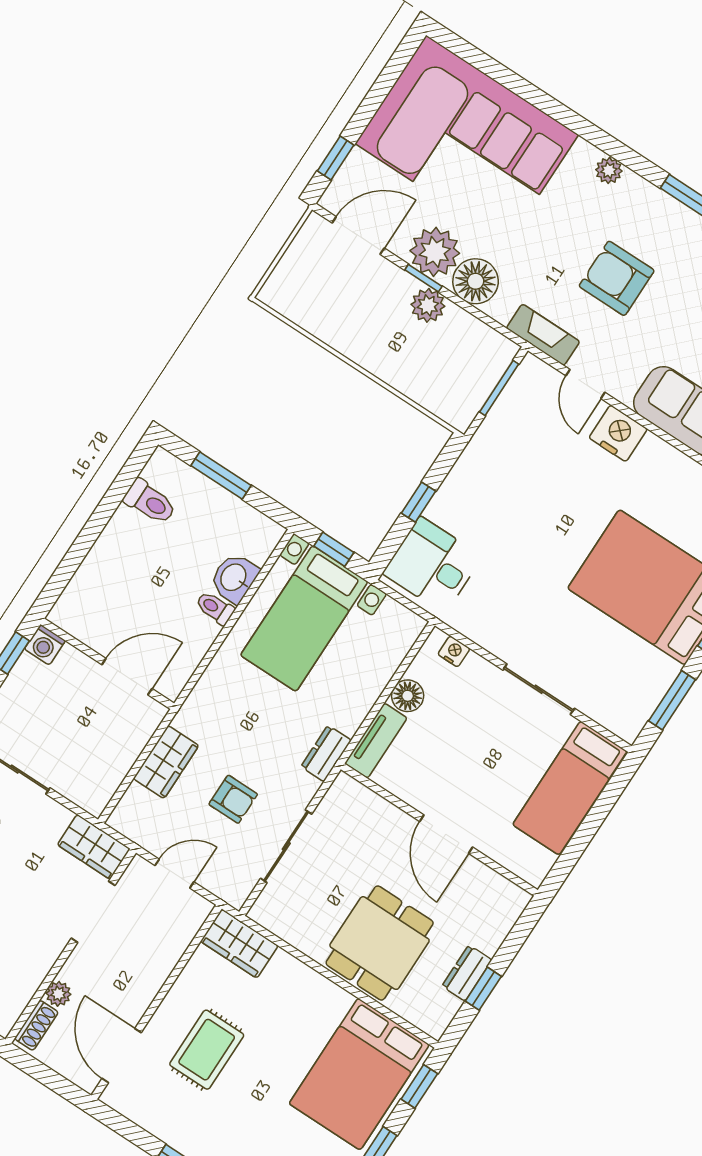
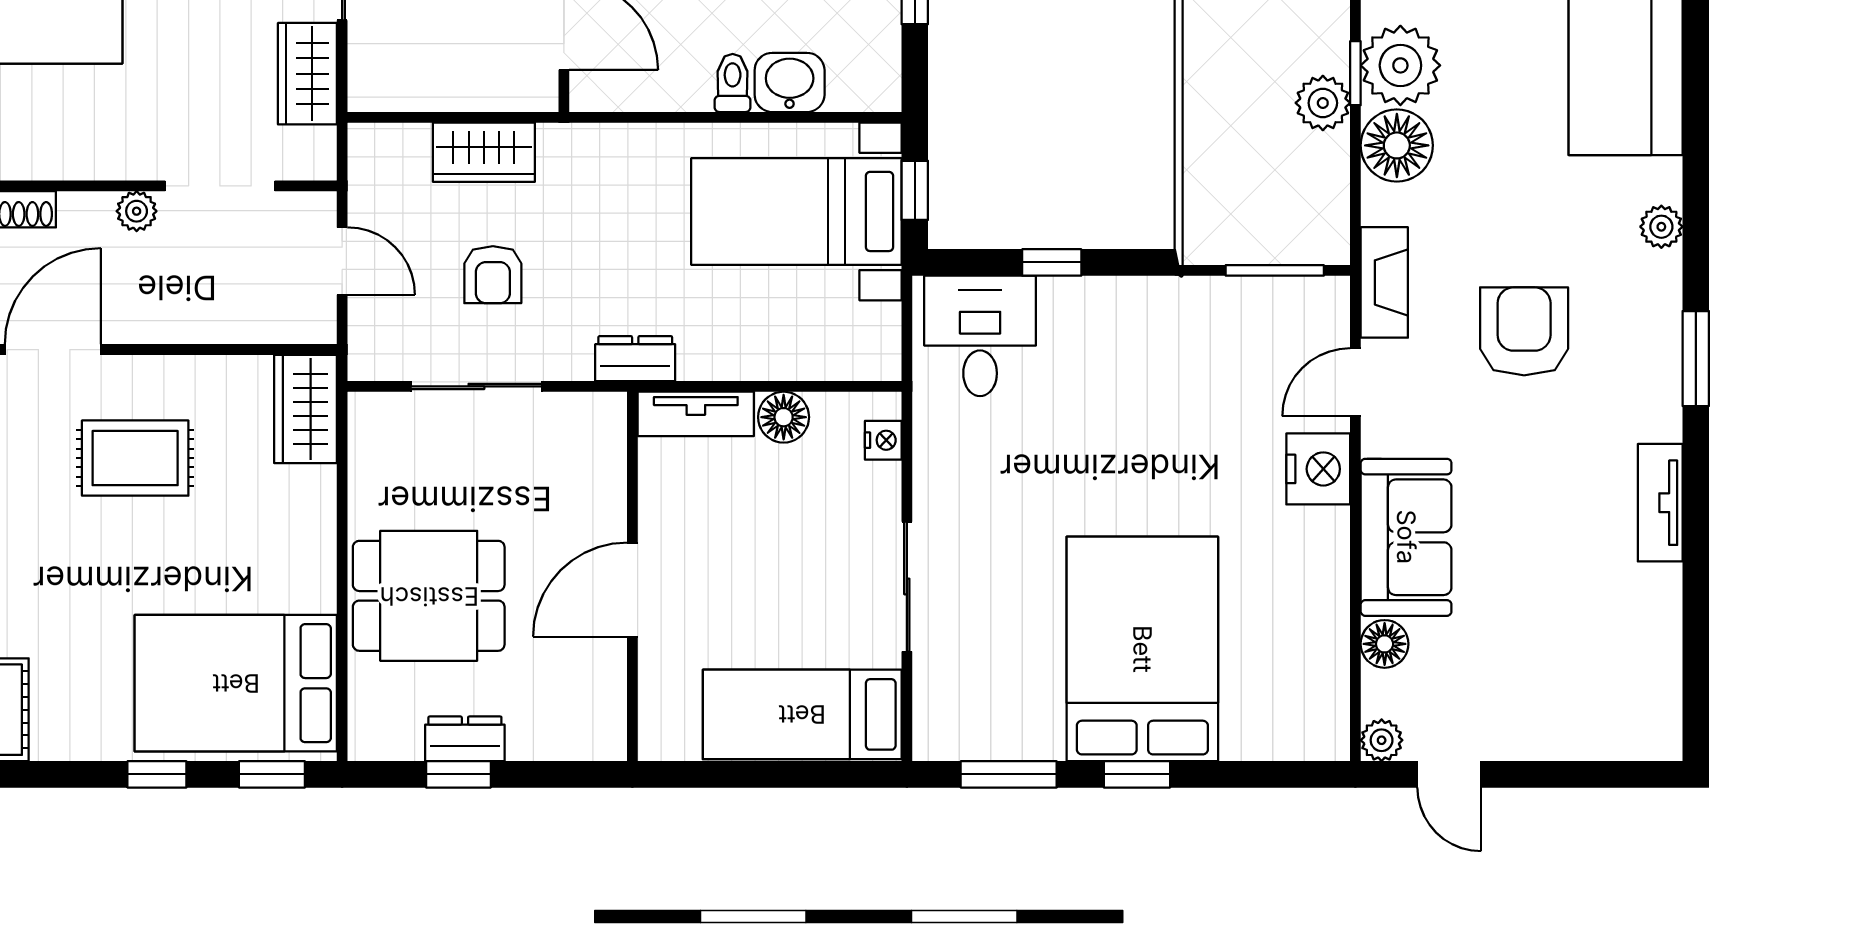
wardrobe: (94, 847) -> (307, 74), moved
plant: (58, 994) -> (137, 211), moved

